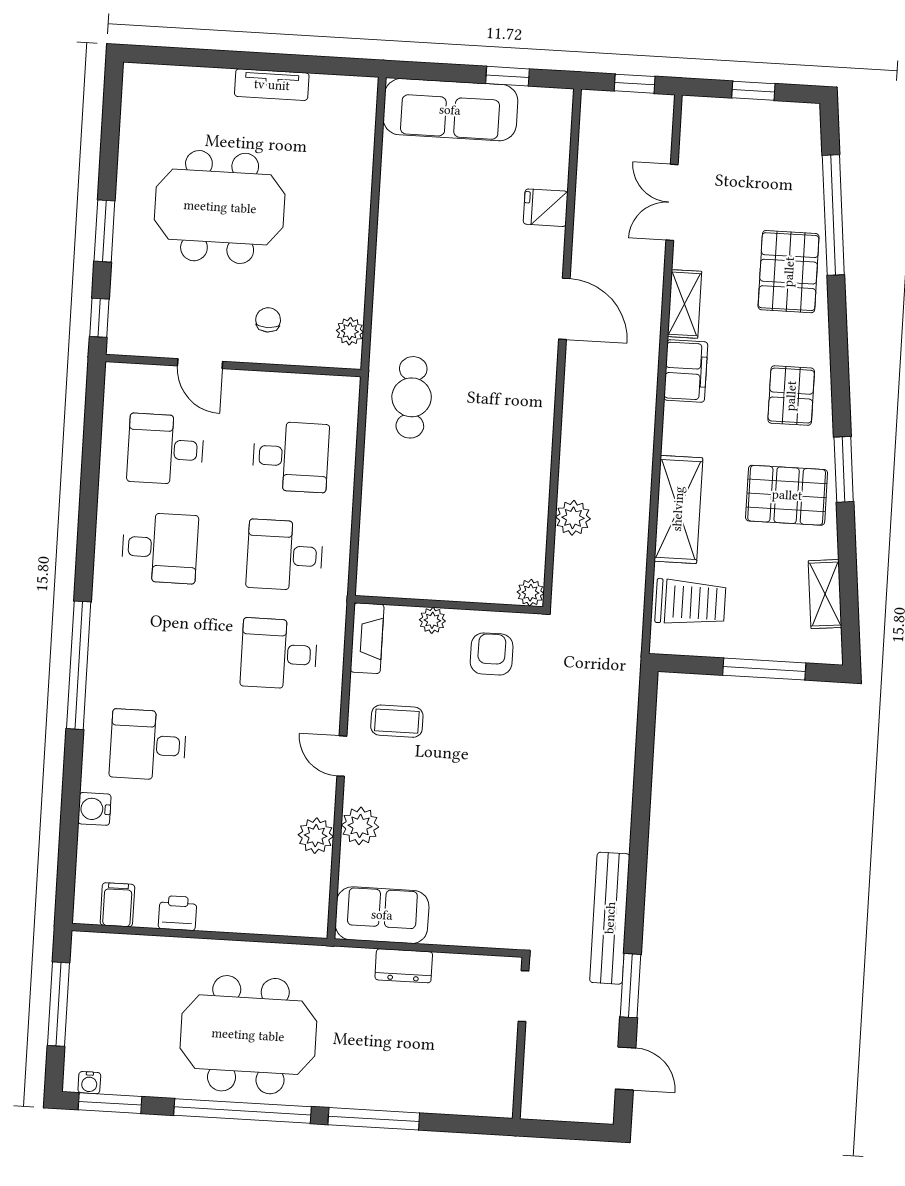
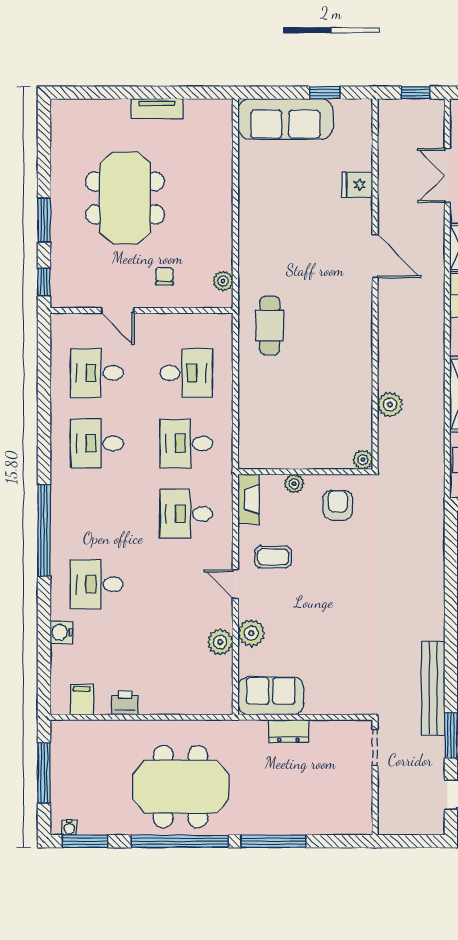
meeting table: (220, 207) -> (125, 198), turned 90
desk: (160, 548) -> (97, 443), turned 180

